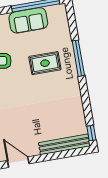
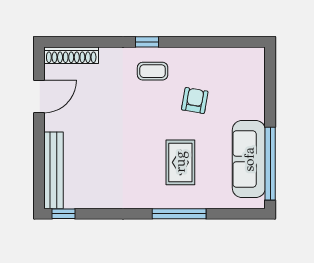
sofa: (28, 20) -> (249, 159), width x1.36

